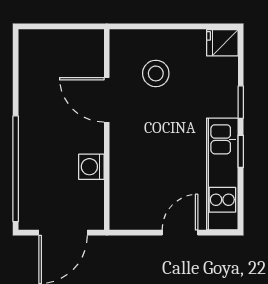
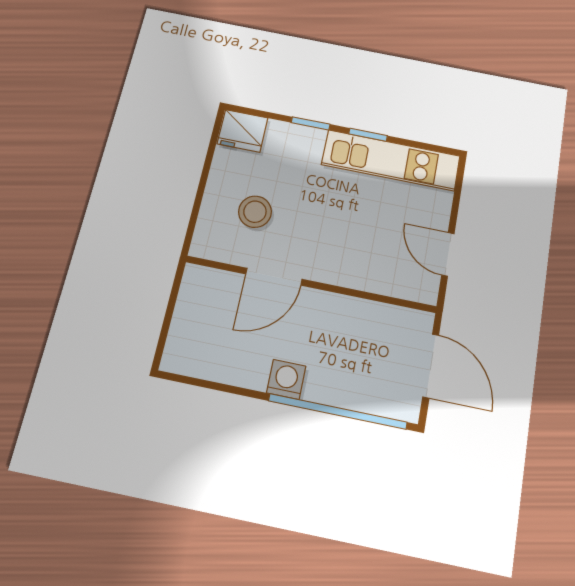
fridge: (222, 43) -> (243, 131), width x1.38
washing machine: (91, 167) -> (286, 379), moved, turned 180
door: (180, 233) -> (448, 254), moved

